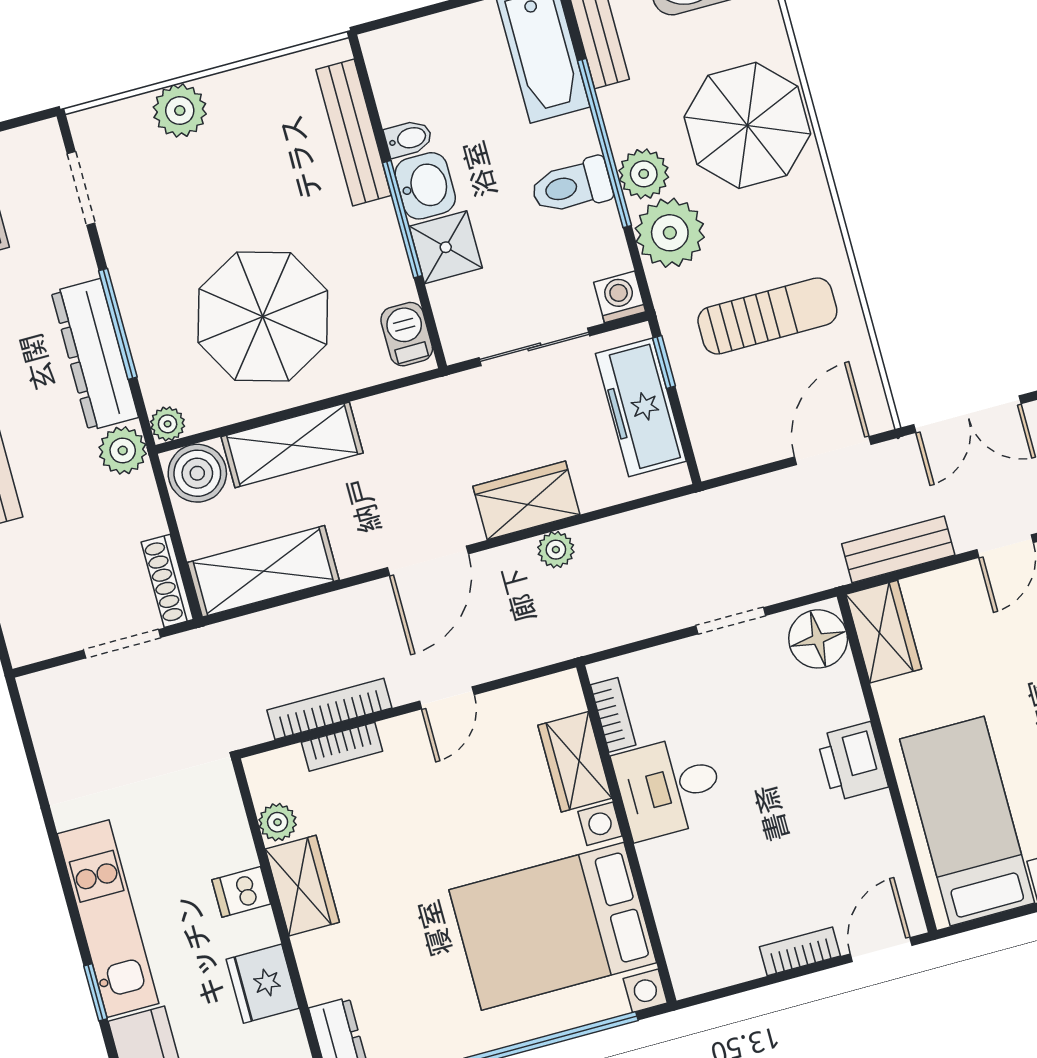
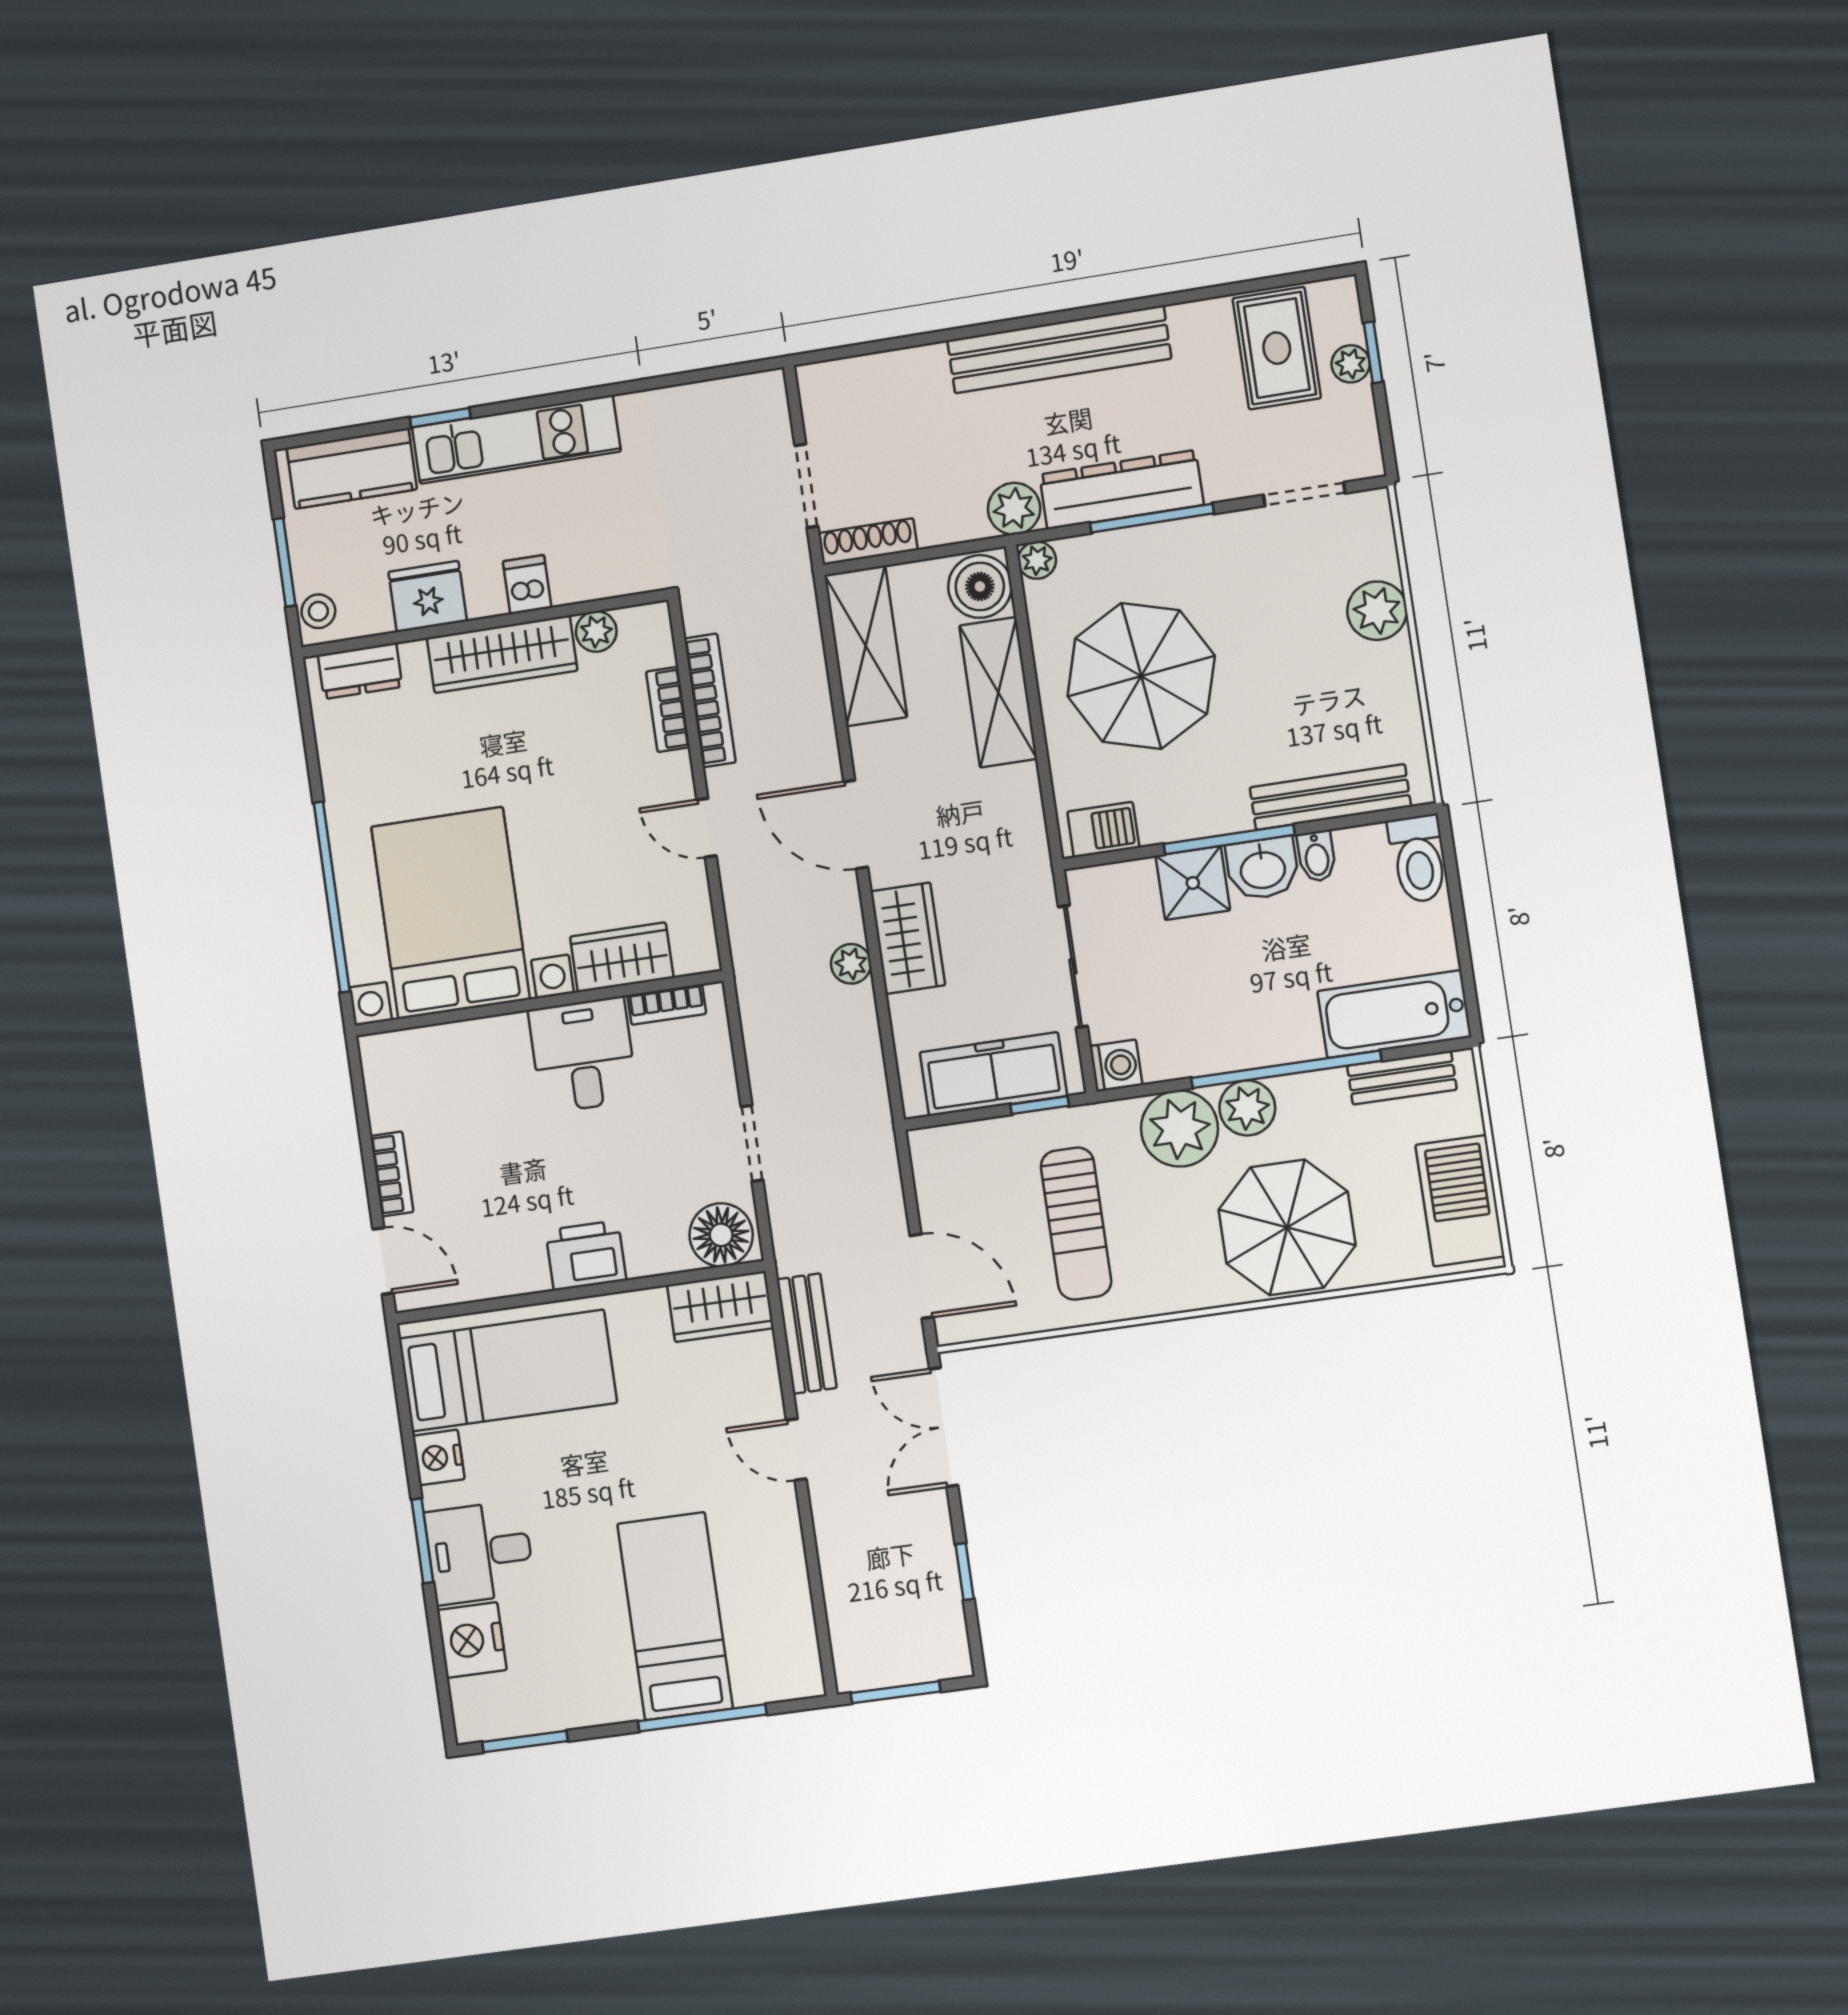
toilet: (572, 186) -> (1418, 859), moved, turned 180
wardrobe: (302, 886) -> (502, 654), width x1.50

